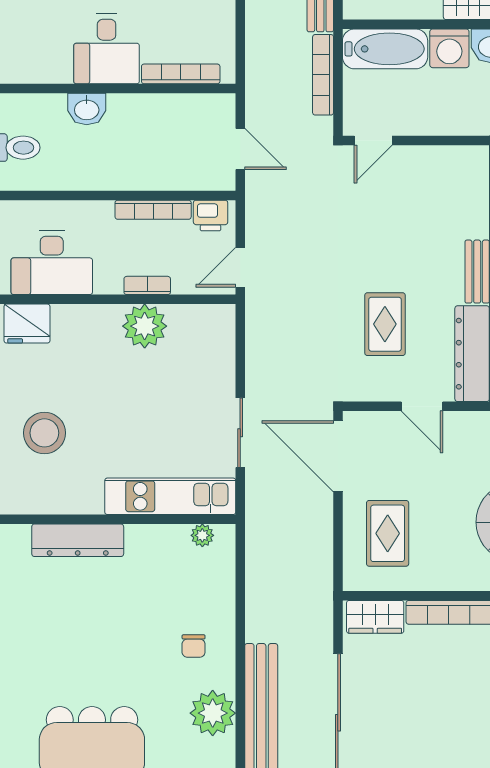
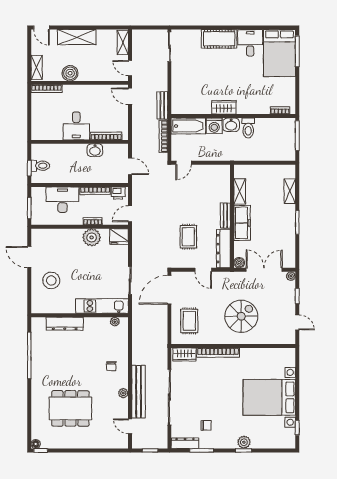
washbasin: (87, 109) -> (95, 150), moved
desk: (52, 263) -> (62, 200), moved, turned 180
fridge: (27, 324) -> (119, 236), moved
door: (338, 456) -> (169, 290), hinge flipped
plant: (213, 713) -> (123, 393), width x0.53, depth x0.53

